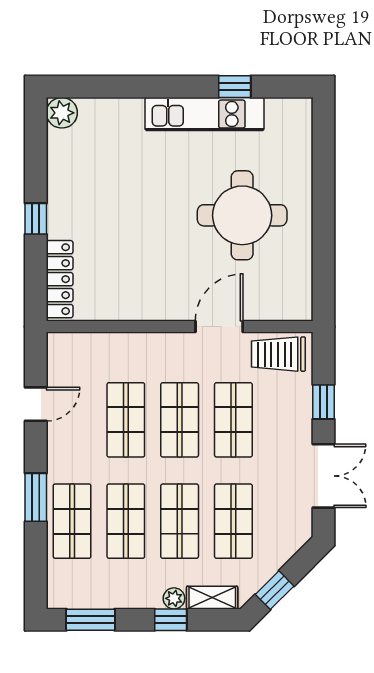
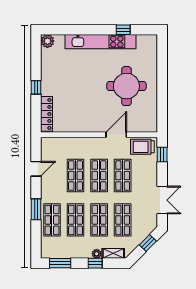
kitchen unit: (205, 114) -> (101, 42), width x1.36
window: (324, 402) -> (162, 155), moved
window: (275, 590) -> (148, 243), moved

